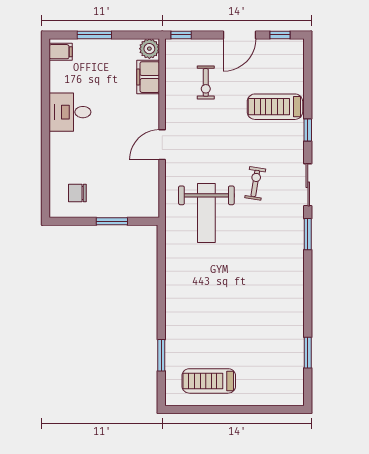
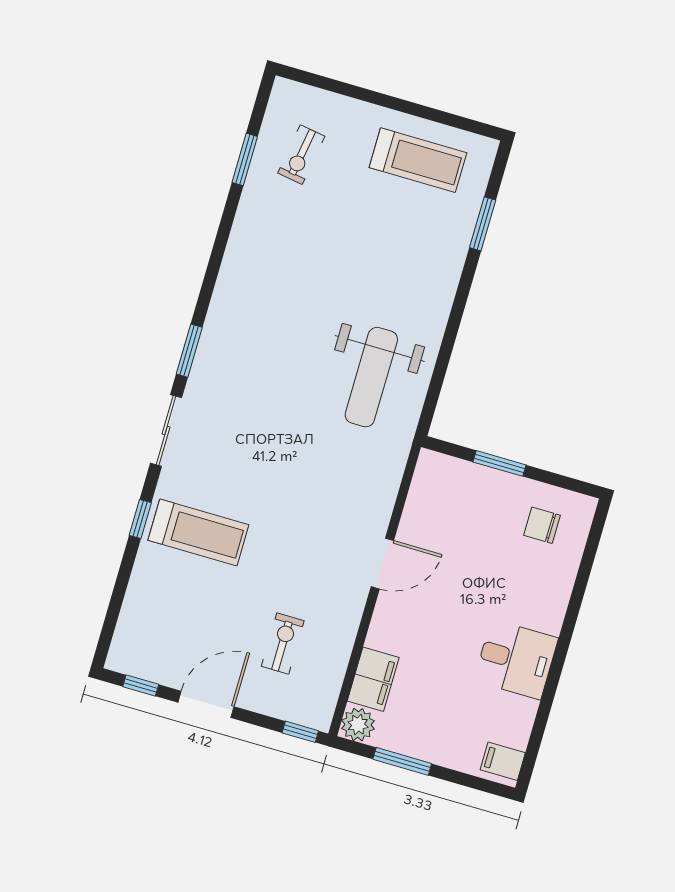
window: (94, 35) -> (402, 761), moved
treadmill: (275, 107) -> (198, 532), moved
exercise bike: (255, 183) -> (301, 155), moved
chair: (77, 193) -> (542, 525), turned 180
weight bench: (206, 213) -> (371, 377), moved, turned 180

